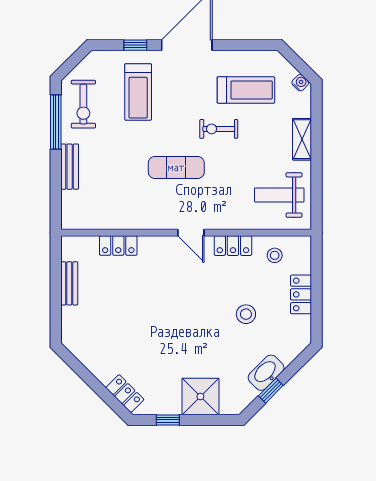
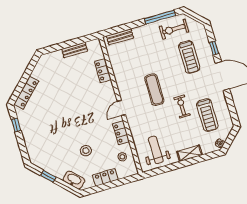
treadmill: (138, 92) -> (189, 57), turned -90
bench: (70, 167) -> (120, 37), moved
washbasin: (266, 373) -> (74, 180), moved
locker: (125, 394) -> (26, 93), width x1.53
shower: (200, 396) -> (34, 139), removed

